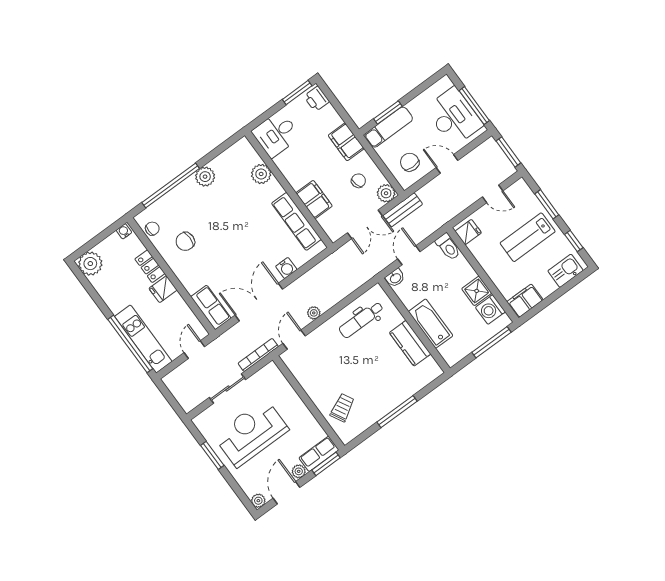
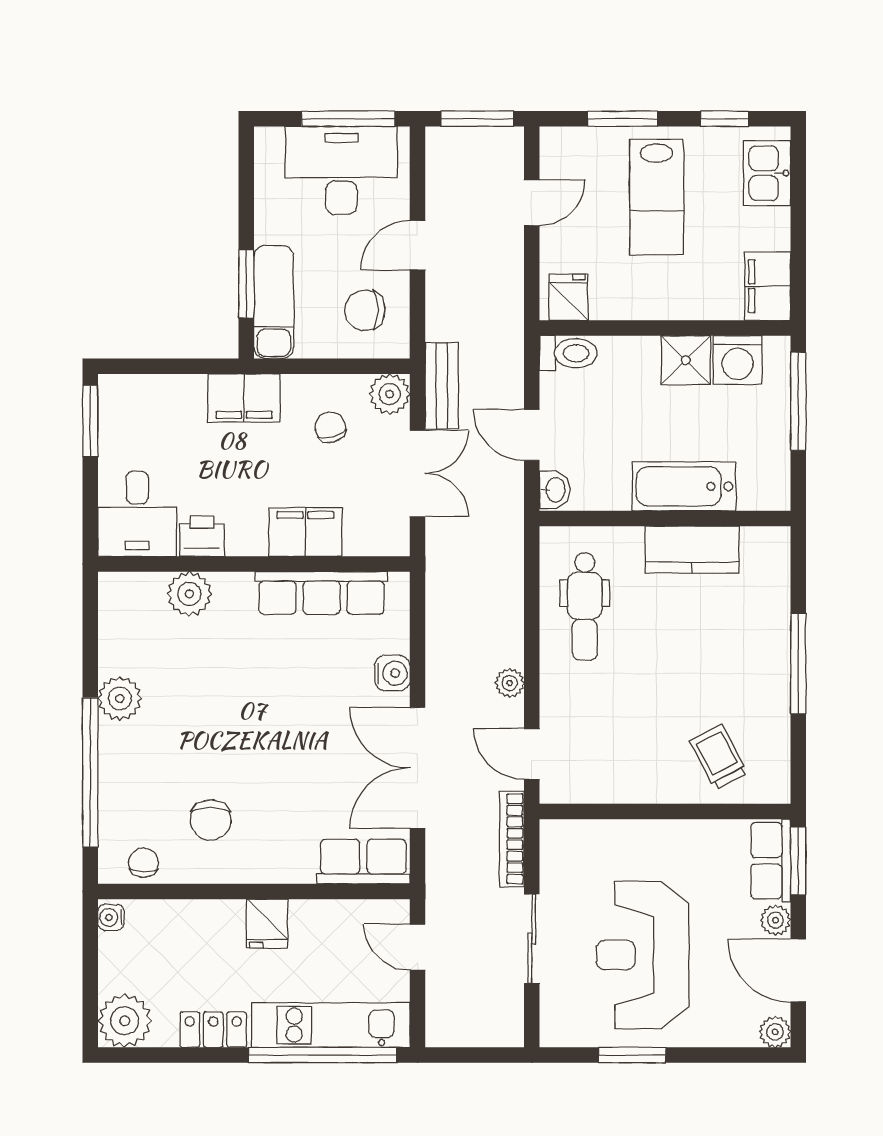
printer: (317, 99) -> (202, 536), moved, turned 180
locker: (150, 266) -> (213, 1030), moved, turned 180

